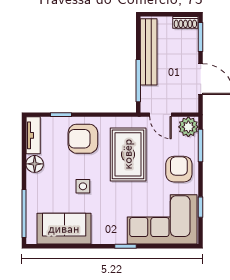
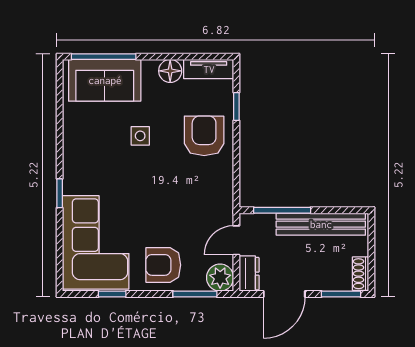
dresser: (185, 105) -> (249, 274), added
rug: (128, 154) -> (183, 197), removed
armchair: (179, 169) -> (163, 265), turned 180
sofa: (64, 229) -> (105, 80), moved, turned 90

